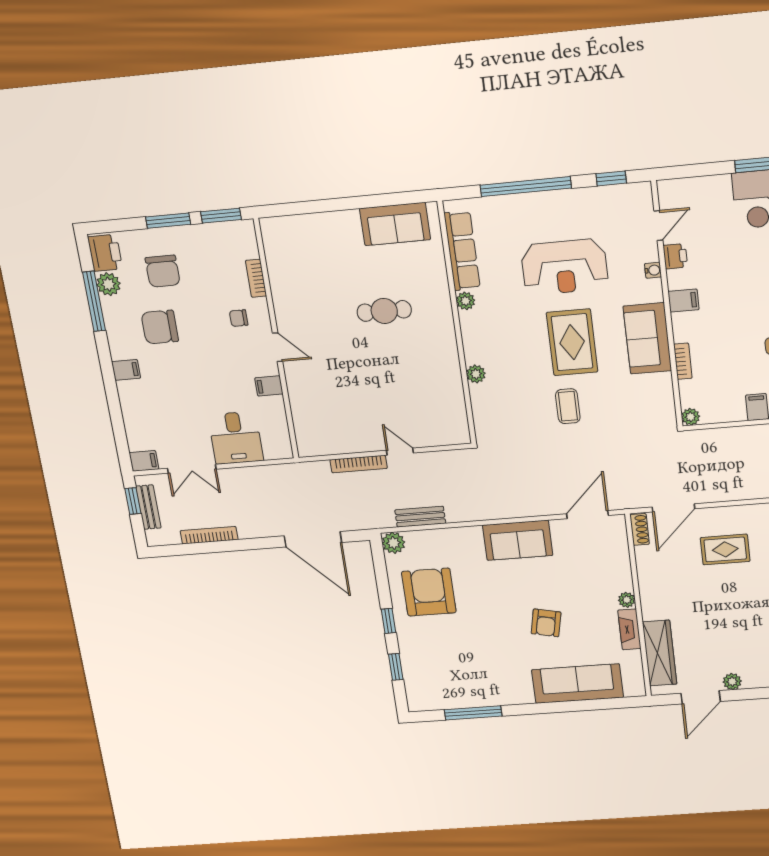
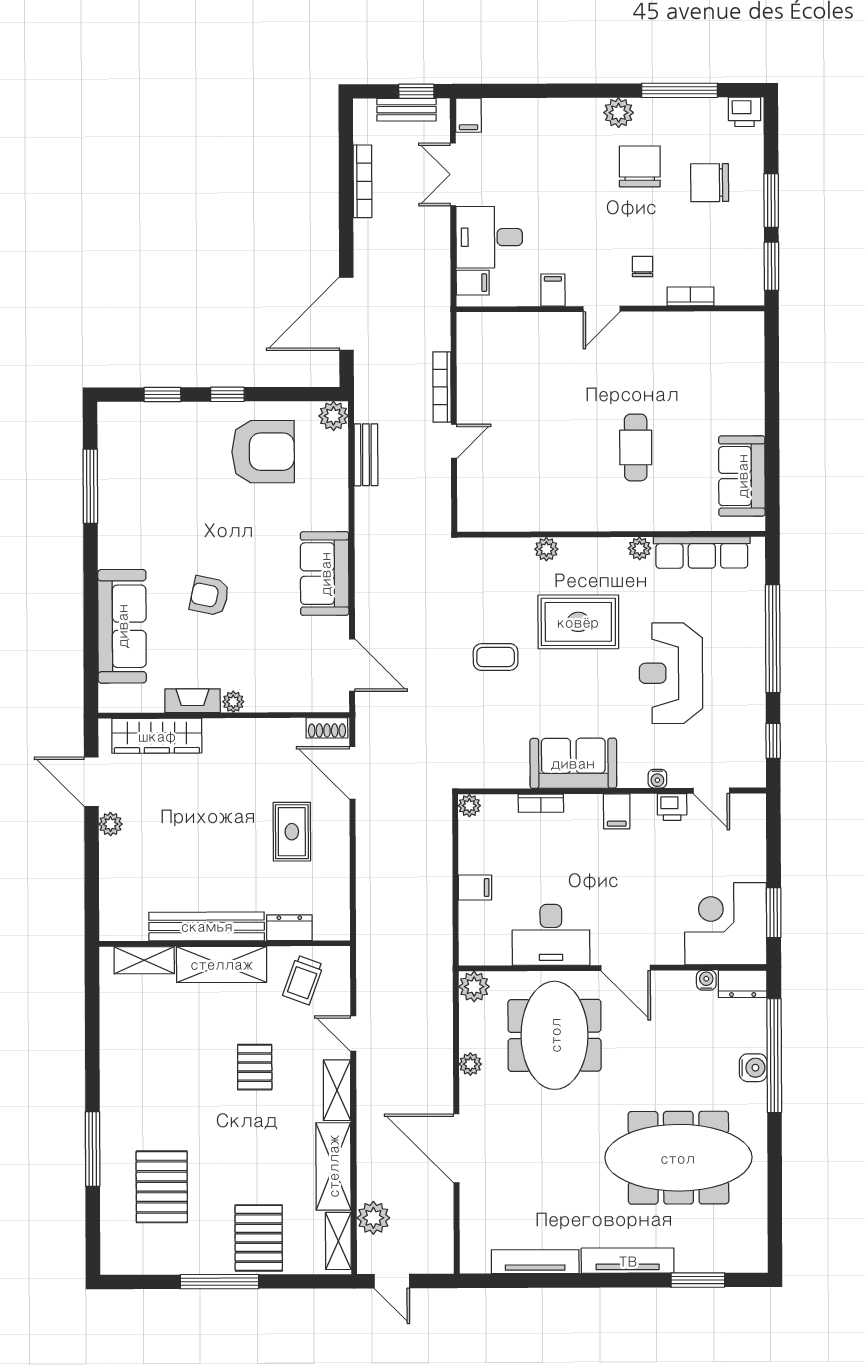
printer: (105, 253) -> (745, 112), width x0.73, depth x0.81
plant: (109, 284) -> (619, 113), moved
rug: (572, 342) -> (578, 622), moved
filing cabinet: (126, 370) -> (473, 283), moved, turned -90

